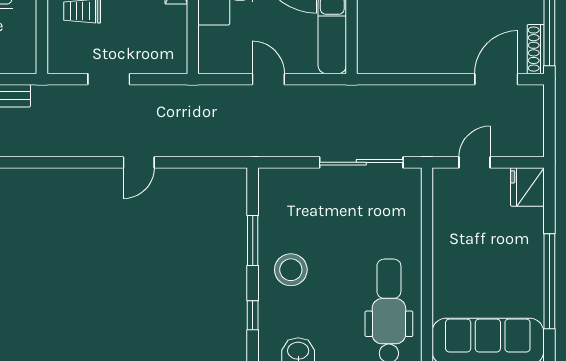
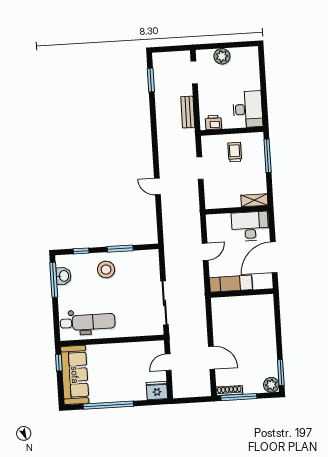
printer: (23, 48) -> (213, 122), added
door: (496, 79) -> (212, 358), moved
door: (475, 162) -> (168, 362), swing flipped

